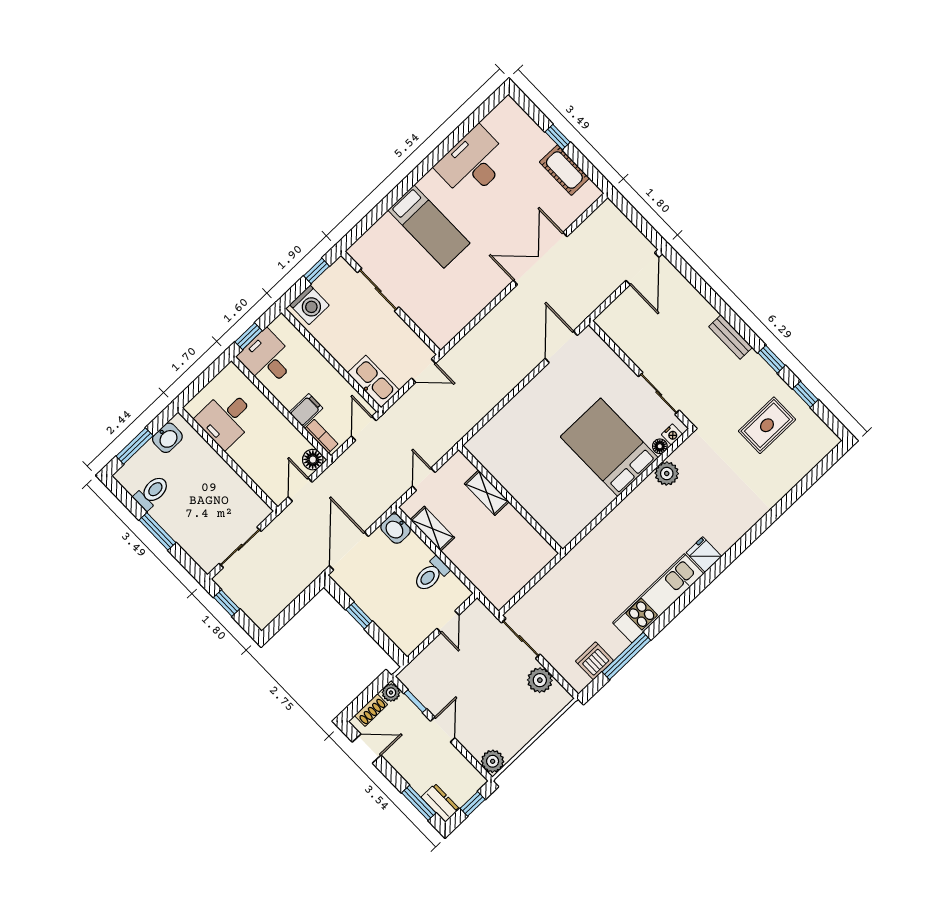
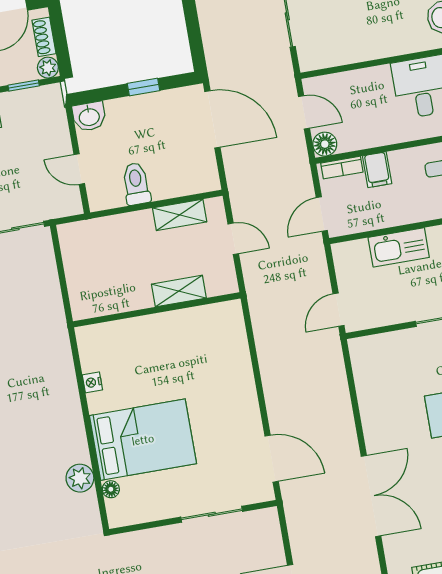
kitchen sink: (373, 382) -> (399, 247), moved
sliding door: (659, 393) -> (212, 514), moved
door: (364, 428) -> (322, 214), swing flipped
nightstand: (672, 434) -> (92, 382), moved
washbasin: (396, 528) -> (89, 116), moved, turned 180

